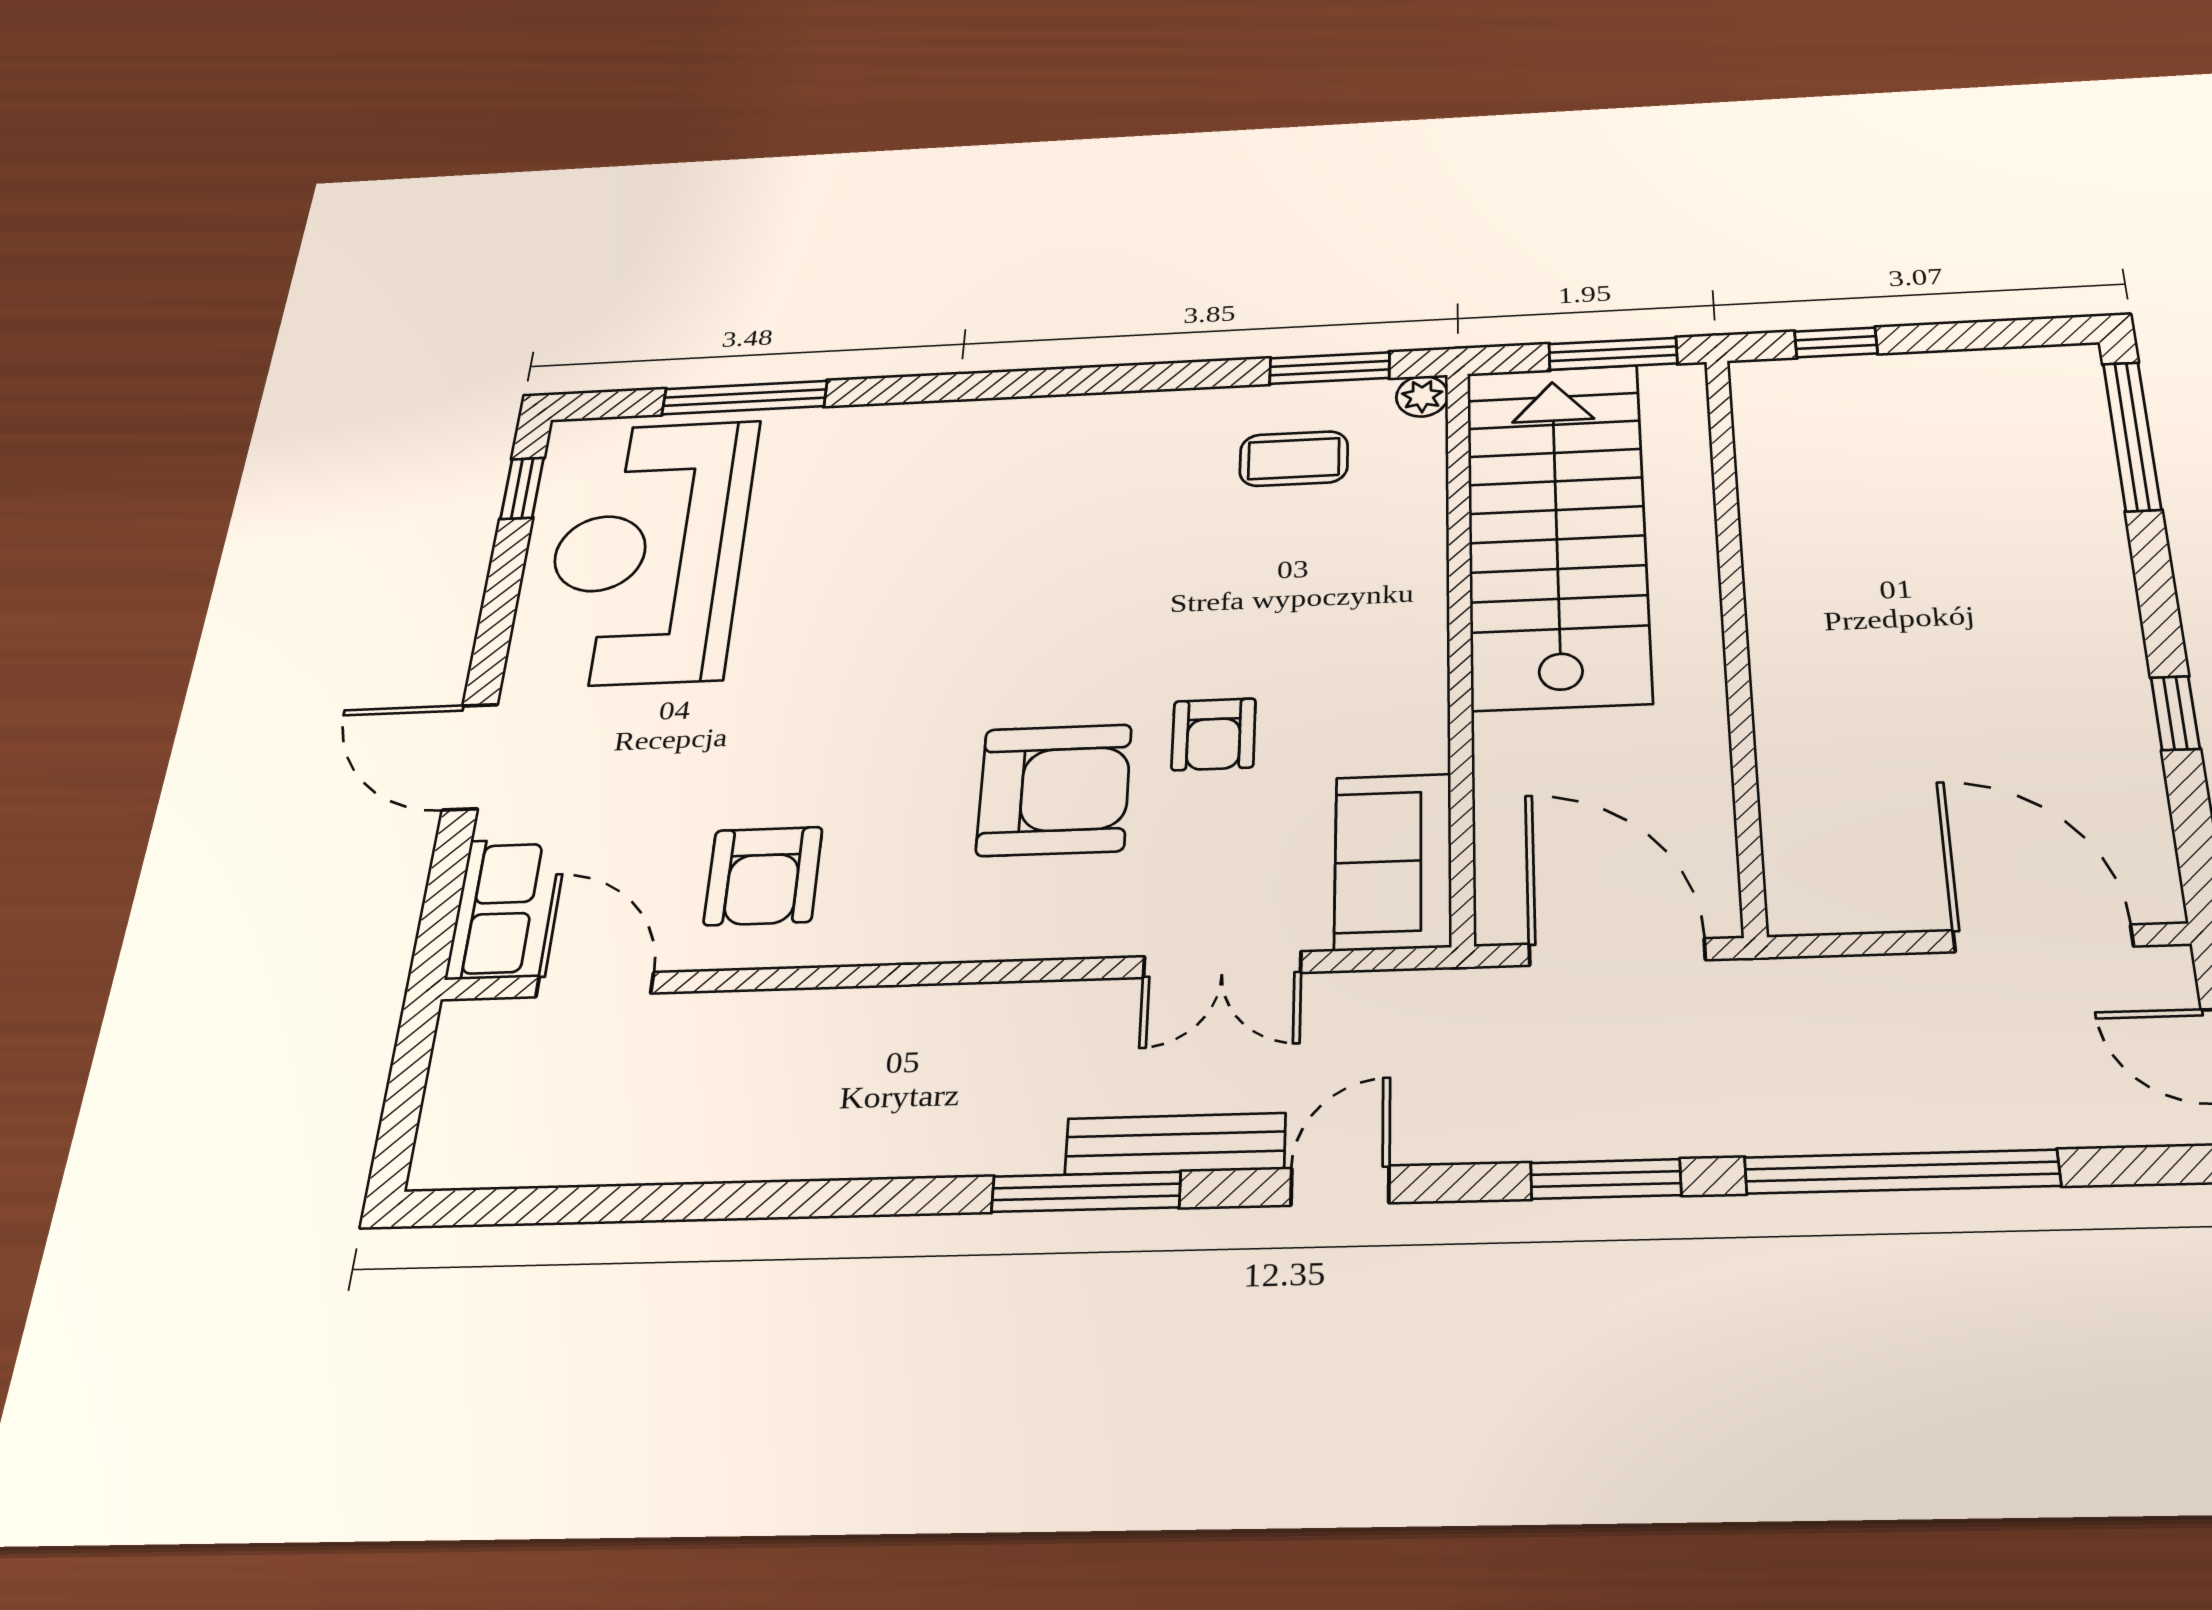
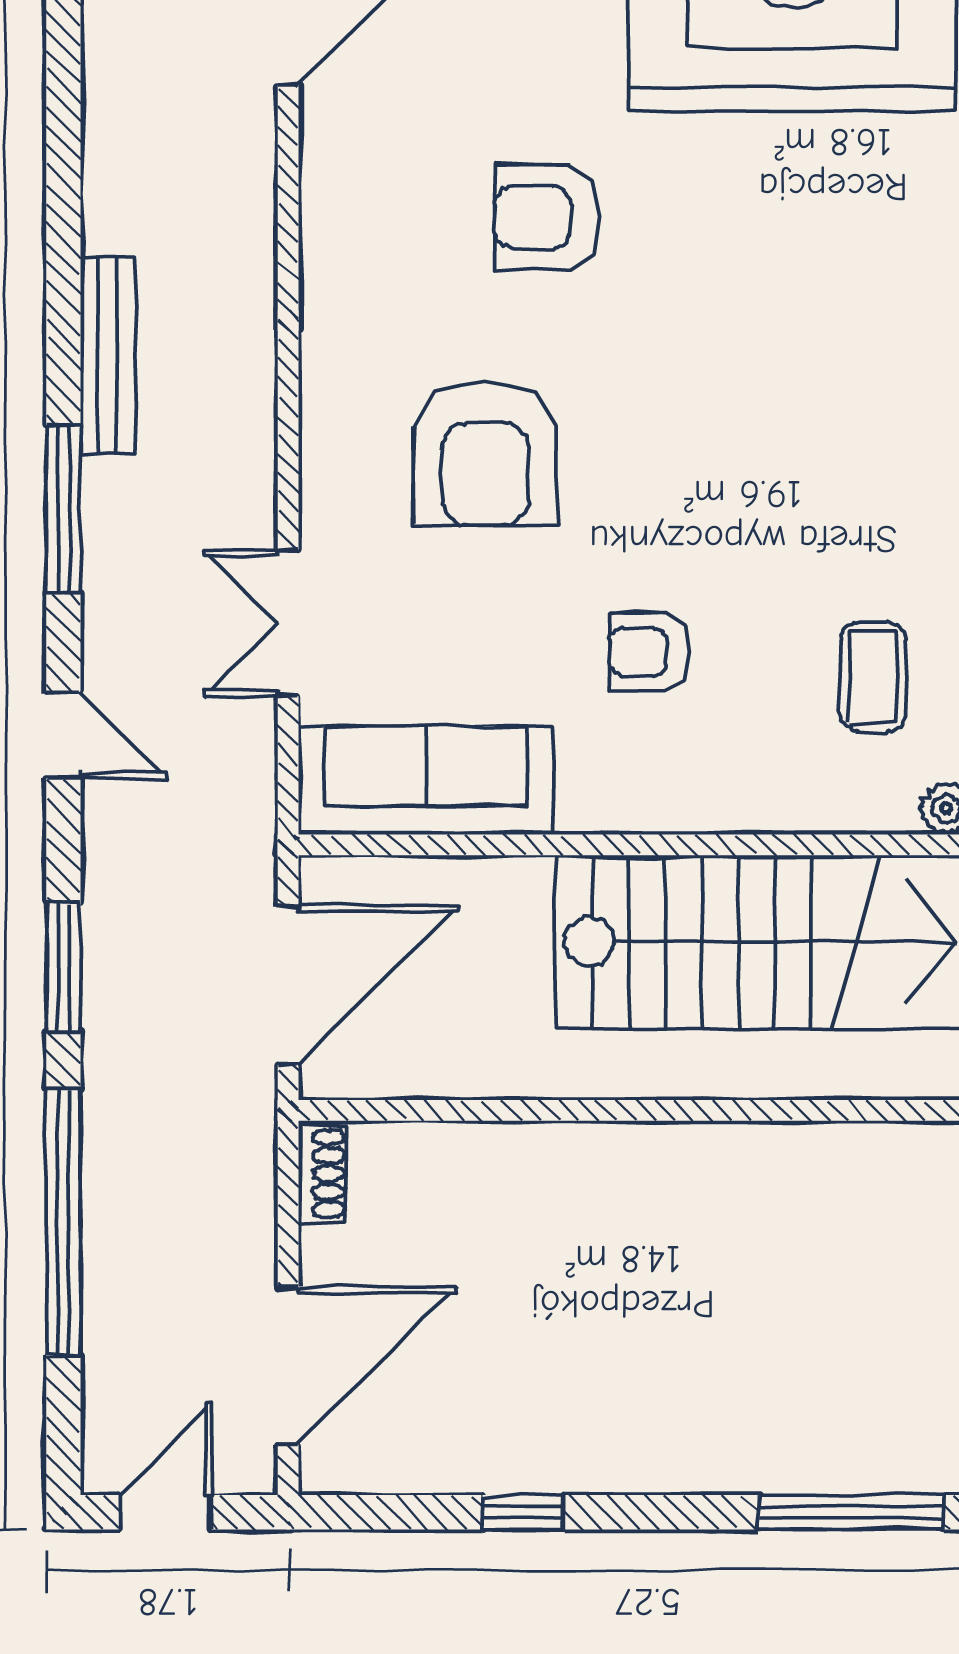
armchair: (1214, 734) -> (649, 652), moved
sofa: (1393, 861) -> (426, 780), width x1.36
armchair: (763, 876) -> (547, 217), moved
shoe rack: (1824, 912) -> (322, 1174), added
bench: (1175, 1144) -> (108, 356), moved

